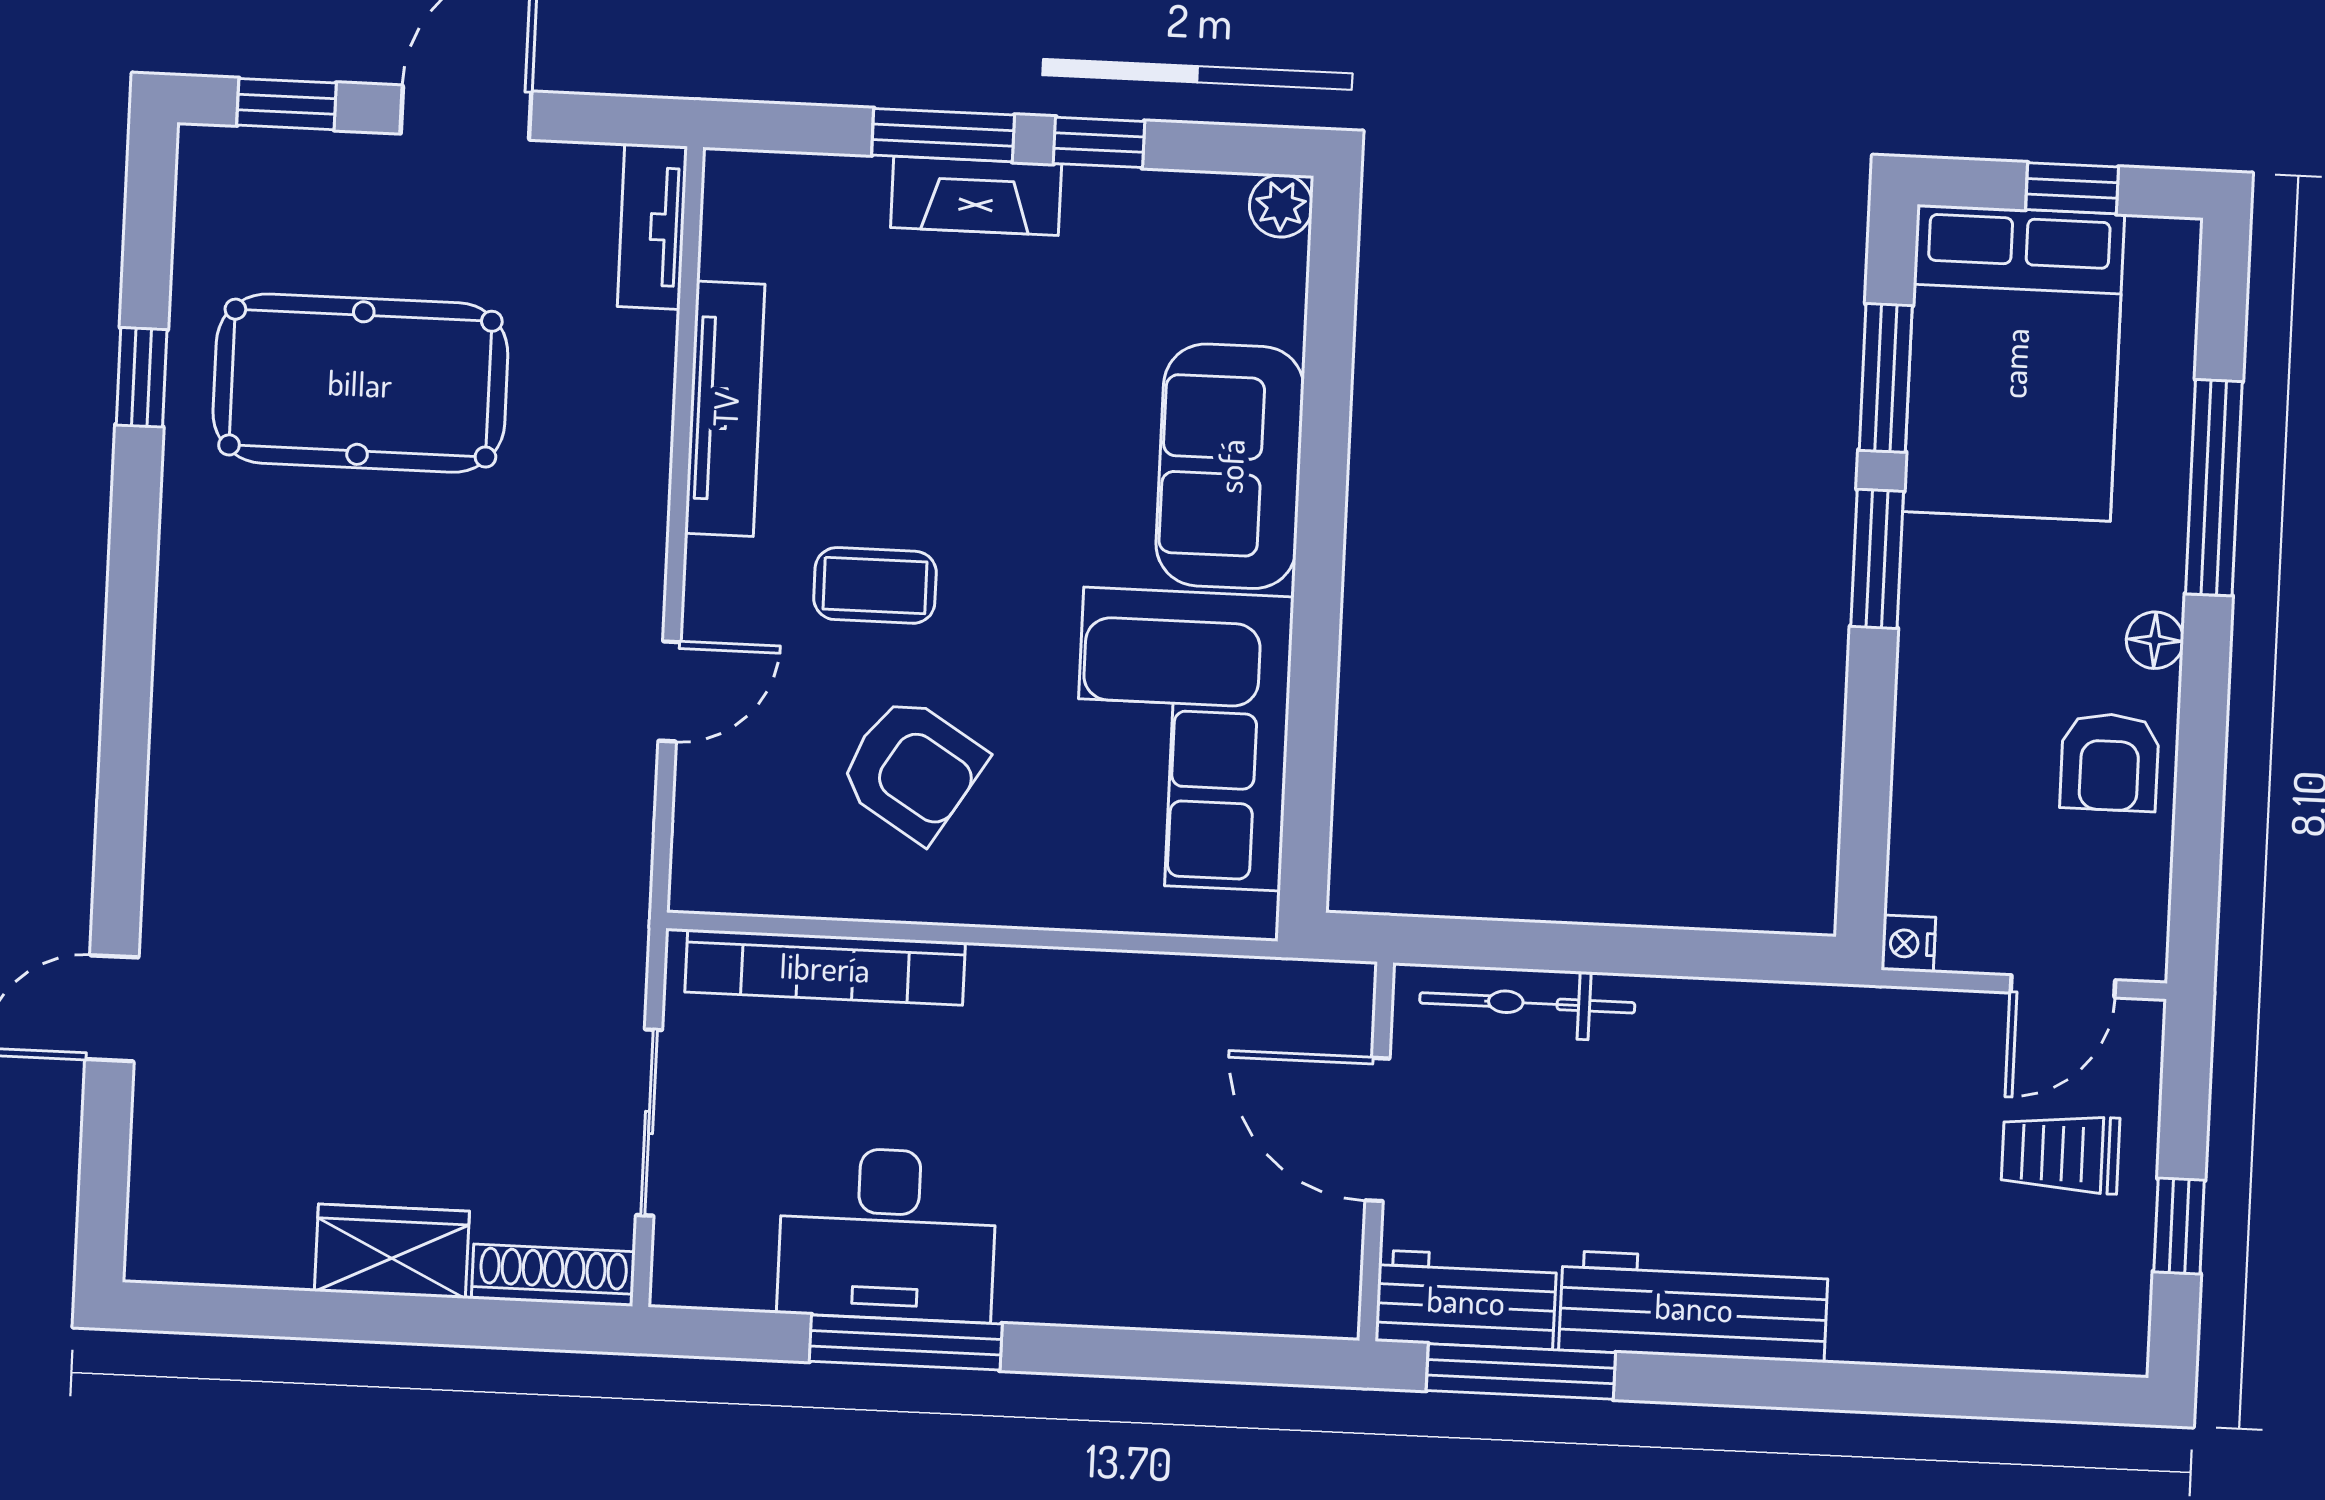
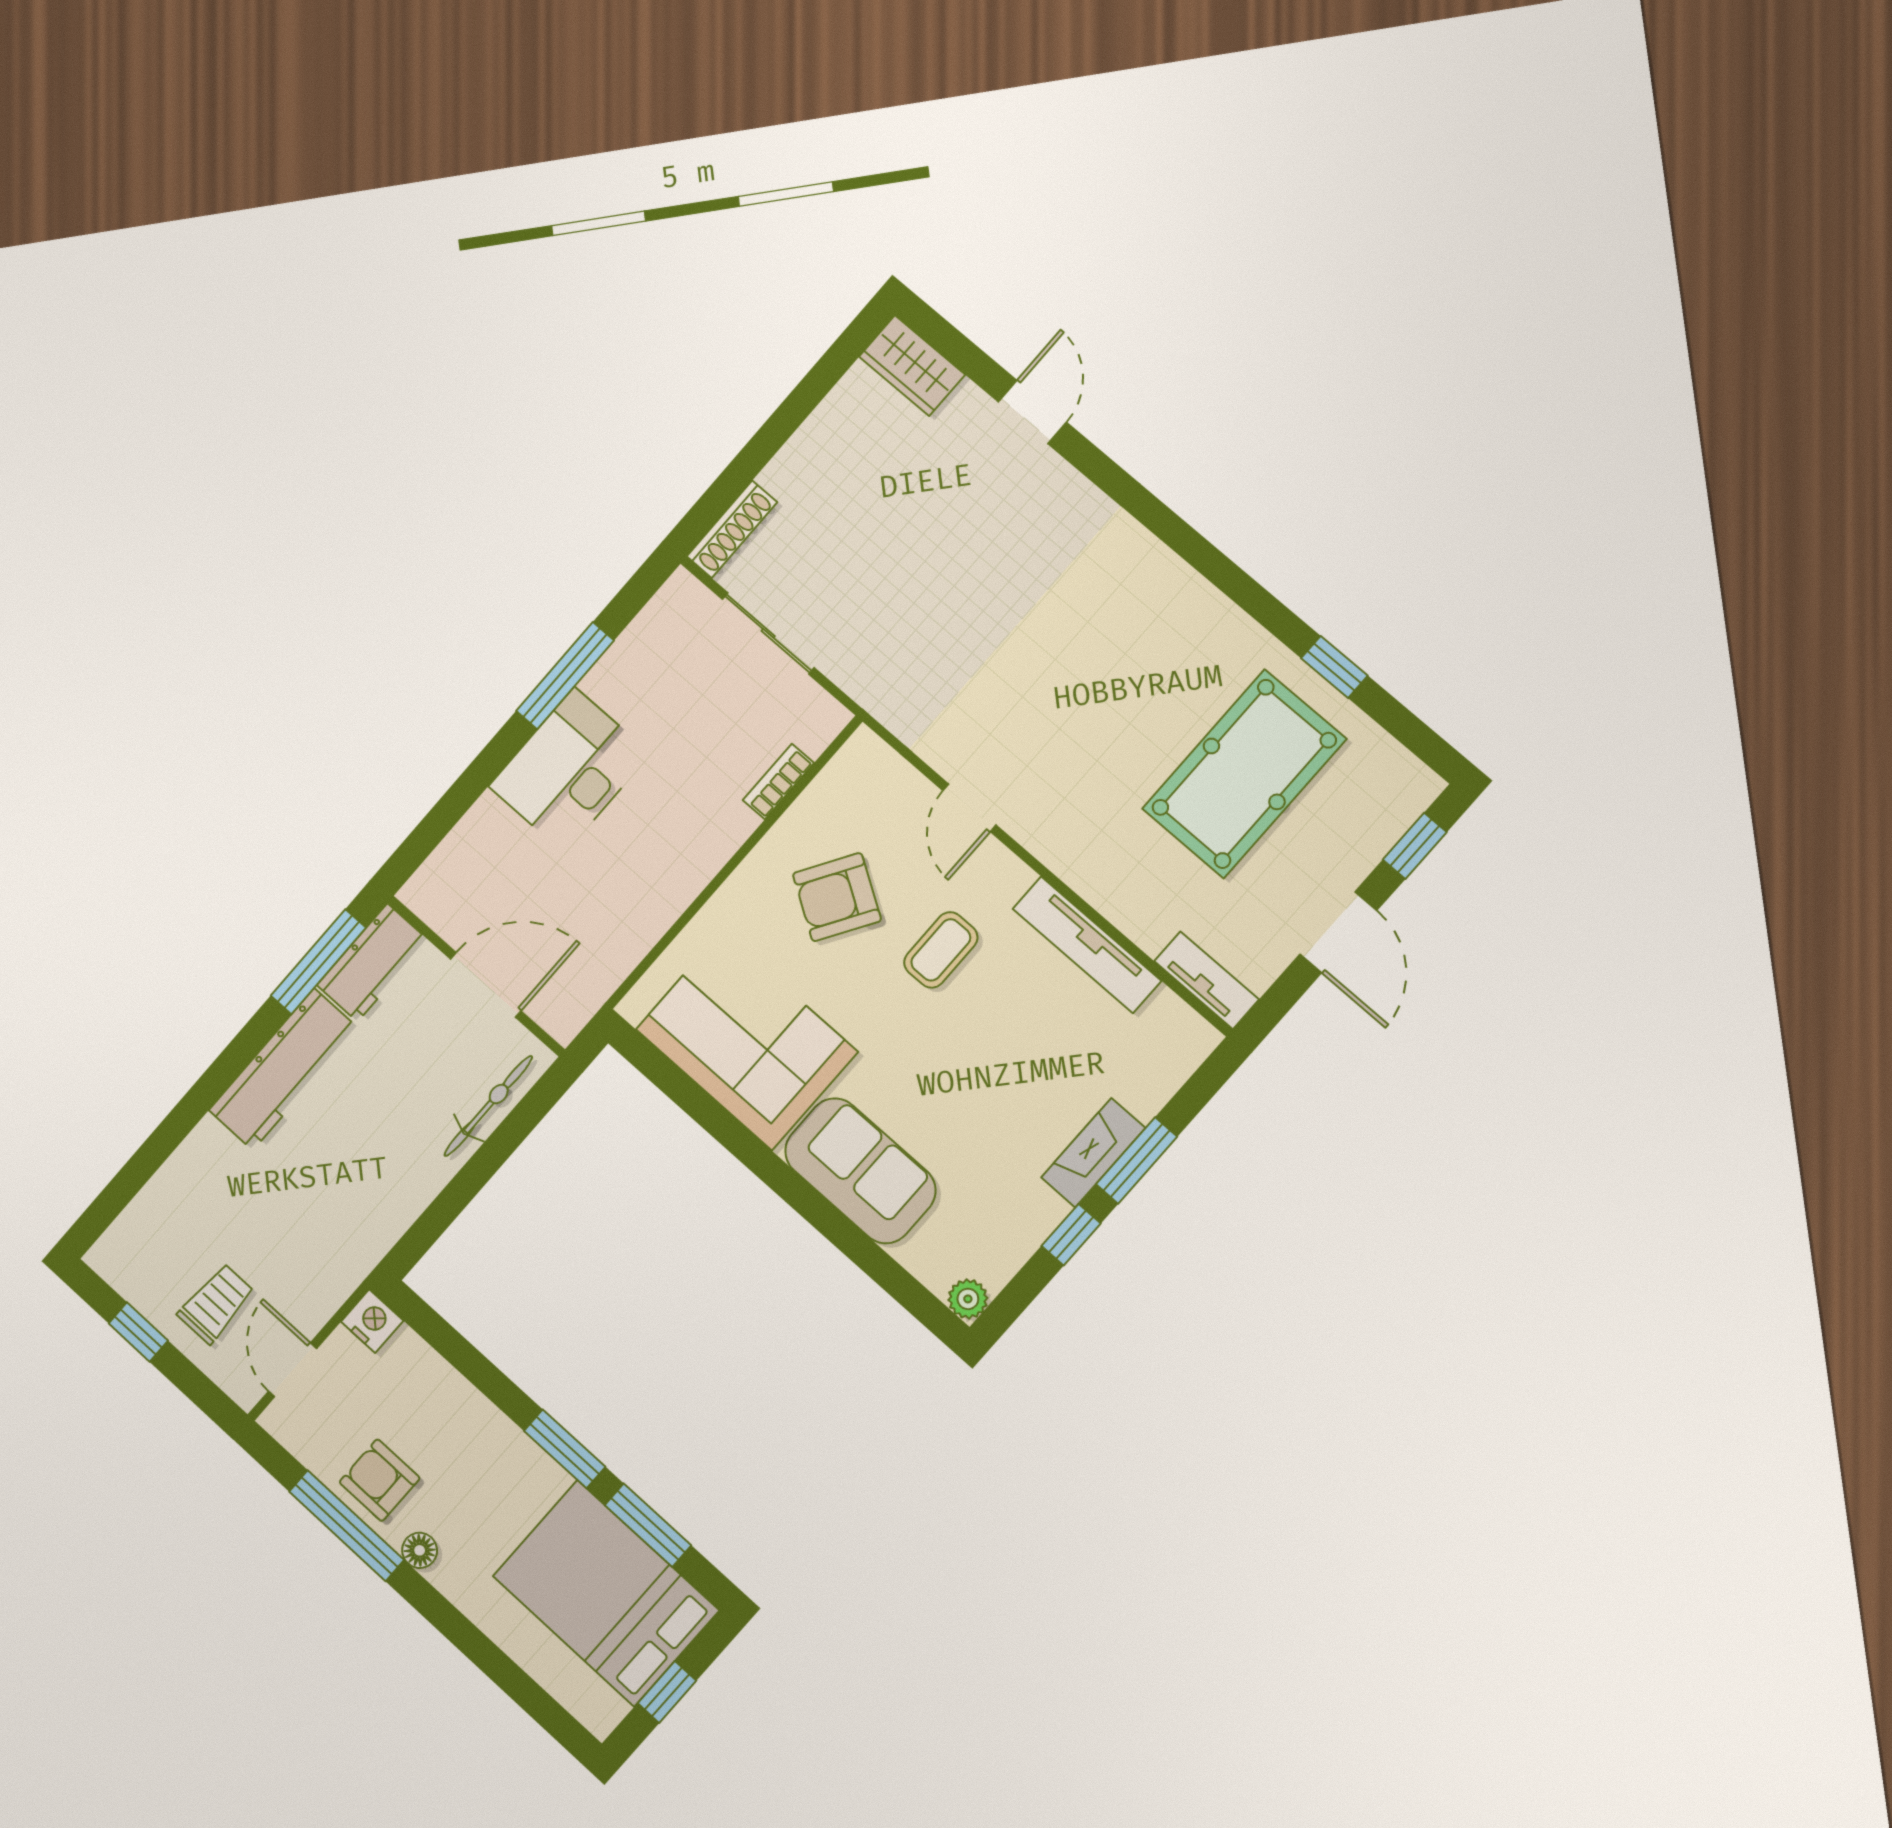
window: (2214, 488) -> (347, 1526), moved
nightstand: (1908, 944) -> (372, 1321), width x1.39, depth x1.35
bookcase: (825, 967) -> (778, 781), width x0.43, depth x0.76
desk: (887, 1234) -> (569, 770), moved
wardrobe: (392, 1251) -> (912, 366), moved, turned 90

